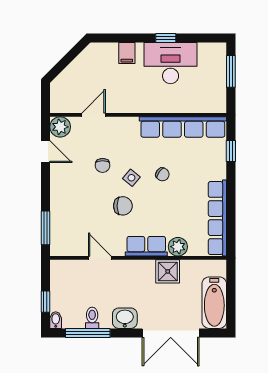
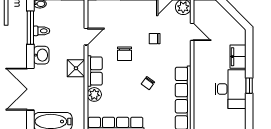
filing cabinet: (127, 53) -> (238, 57), width x2.00
side table: (131, 178) -> (145, 60), removed
shower: (168, 271) -> (76, 68), moved

